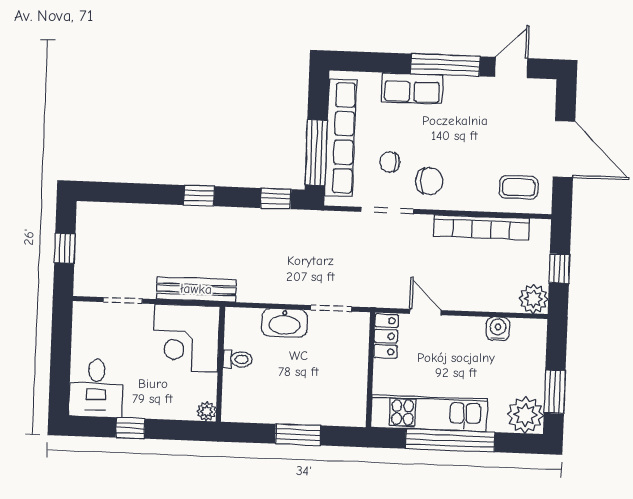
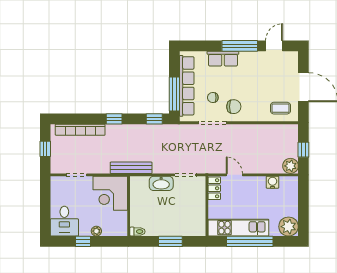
bookcase: (481, 227) -> (80, 130), moved
bench: (196, 289) -> (131, 168), moved
toilet: (238, 359) -> (137, 232), moved
window: (555, 392) -> (303, 214), removed
plant: (206, 411) -> (96, 231), moved

